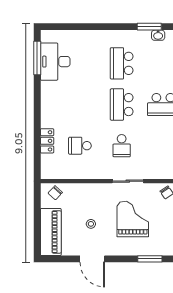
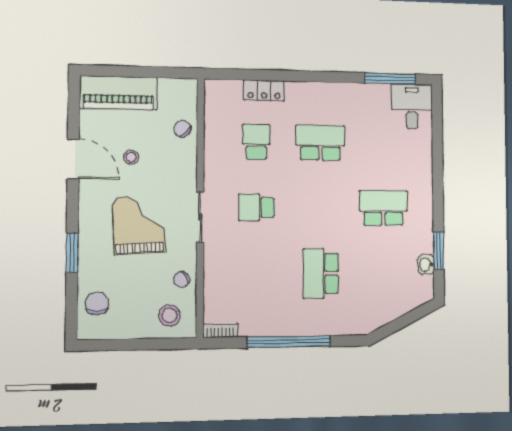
desk: (55, 62) -> (412, 106), moved, width x0.73
school desk: (122, 105) -> (320, 143), moved
chair: (55, 193) -> (182, 129), moved
grand piano: (133, 219) -> (139, 225), turned -93
door: (92, 259) -> (73, 159), swing flipped

